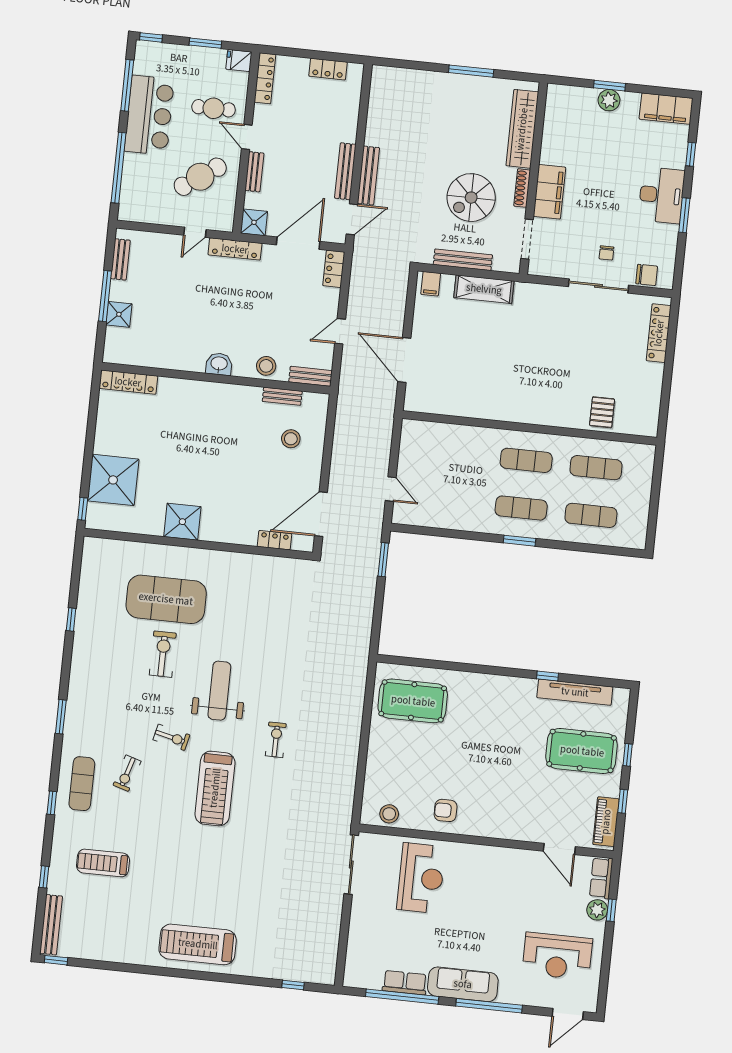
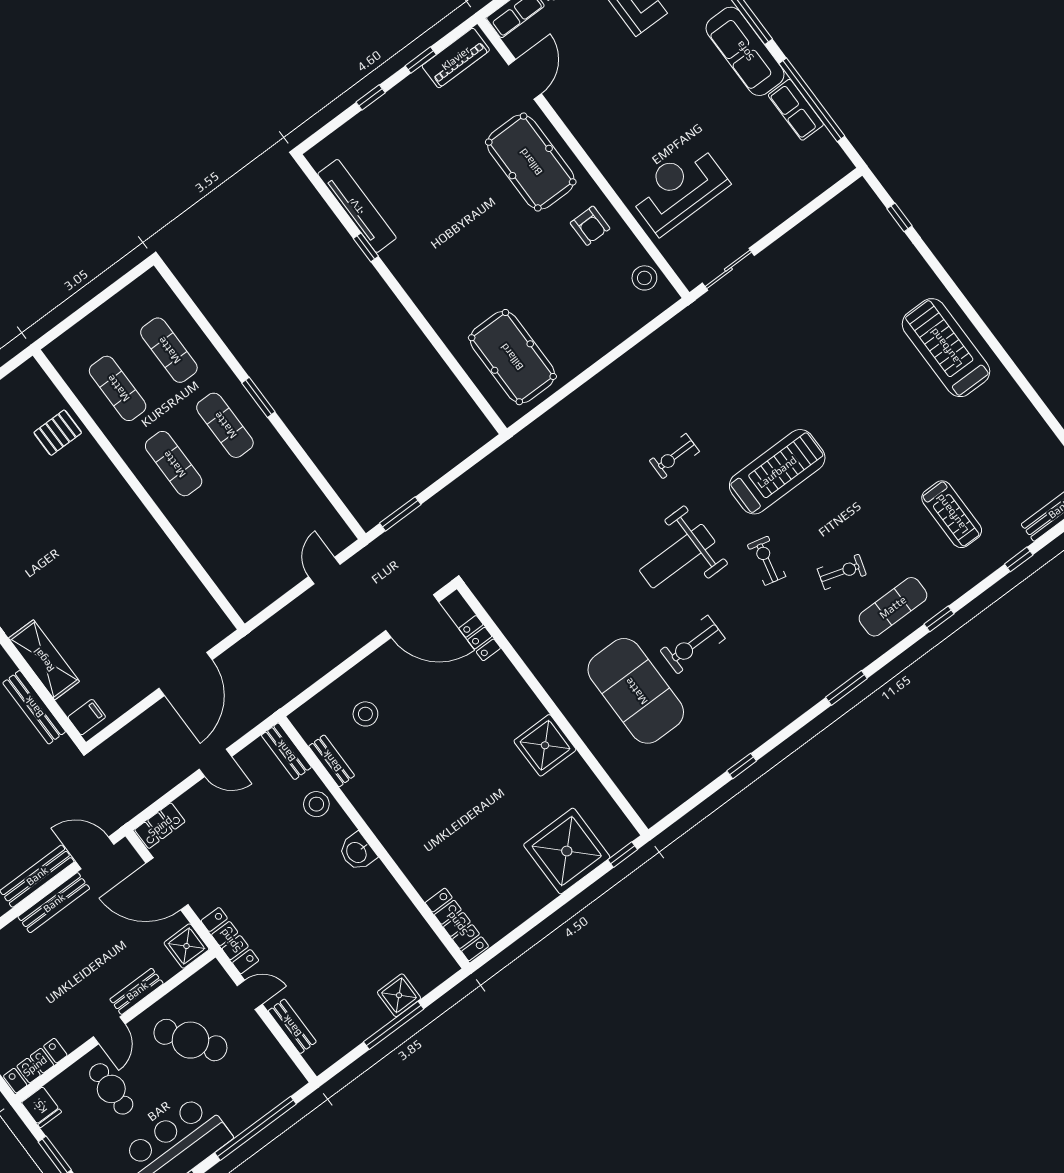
bench: (120, 259) -> (292, 1026), moved, turned 90
pool table: (582, 751) -> (531, 162), moved
sliding door: (351, 865) -> (728, 269), width x0.73
treadmill: (198, 944) -> (946, 348), turned 180

